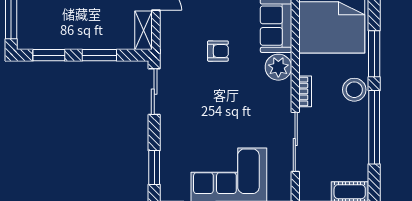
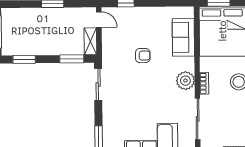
window: (99, 55) -> (72, 59), moved
plant: (278, 67) -> (185, 81), moved

